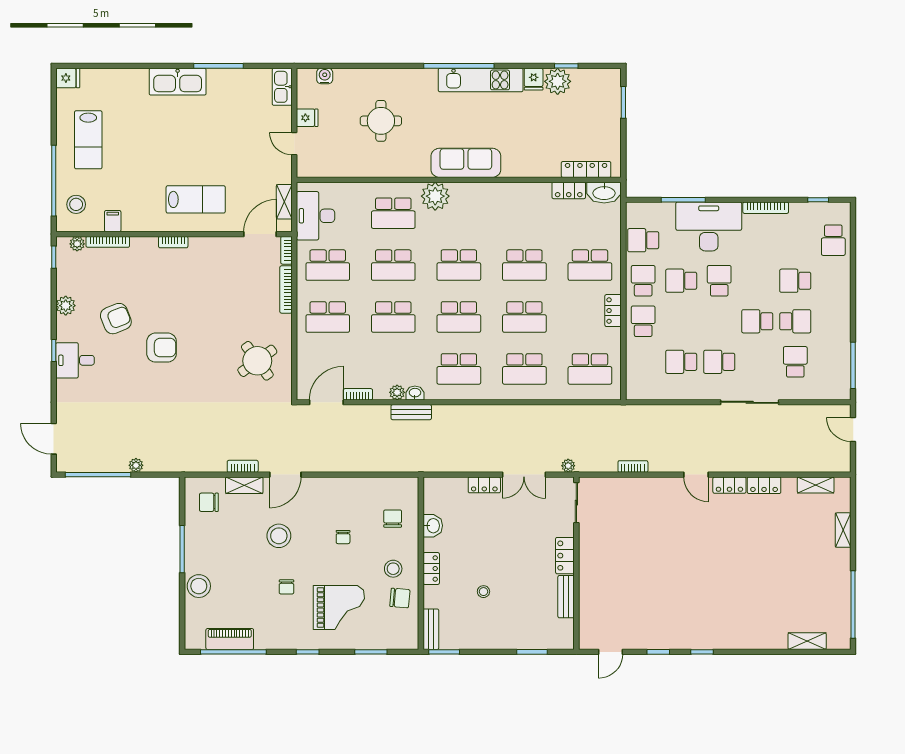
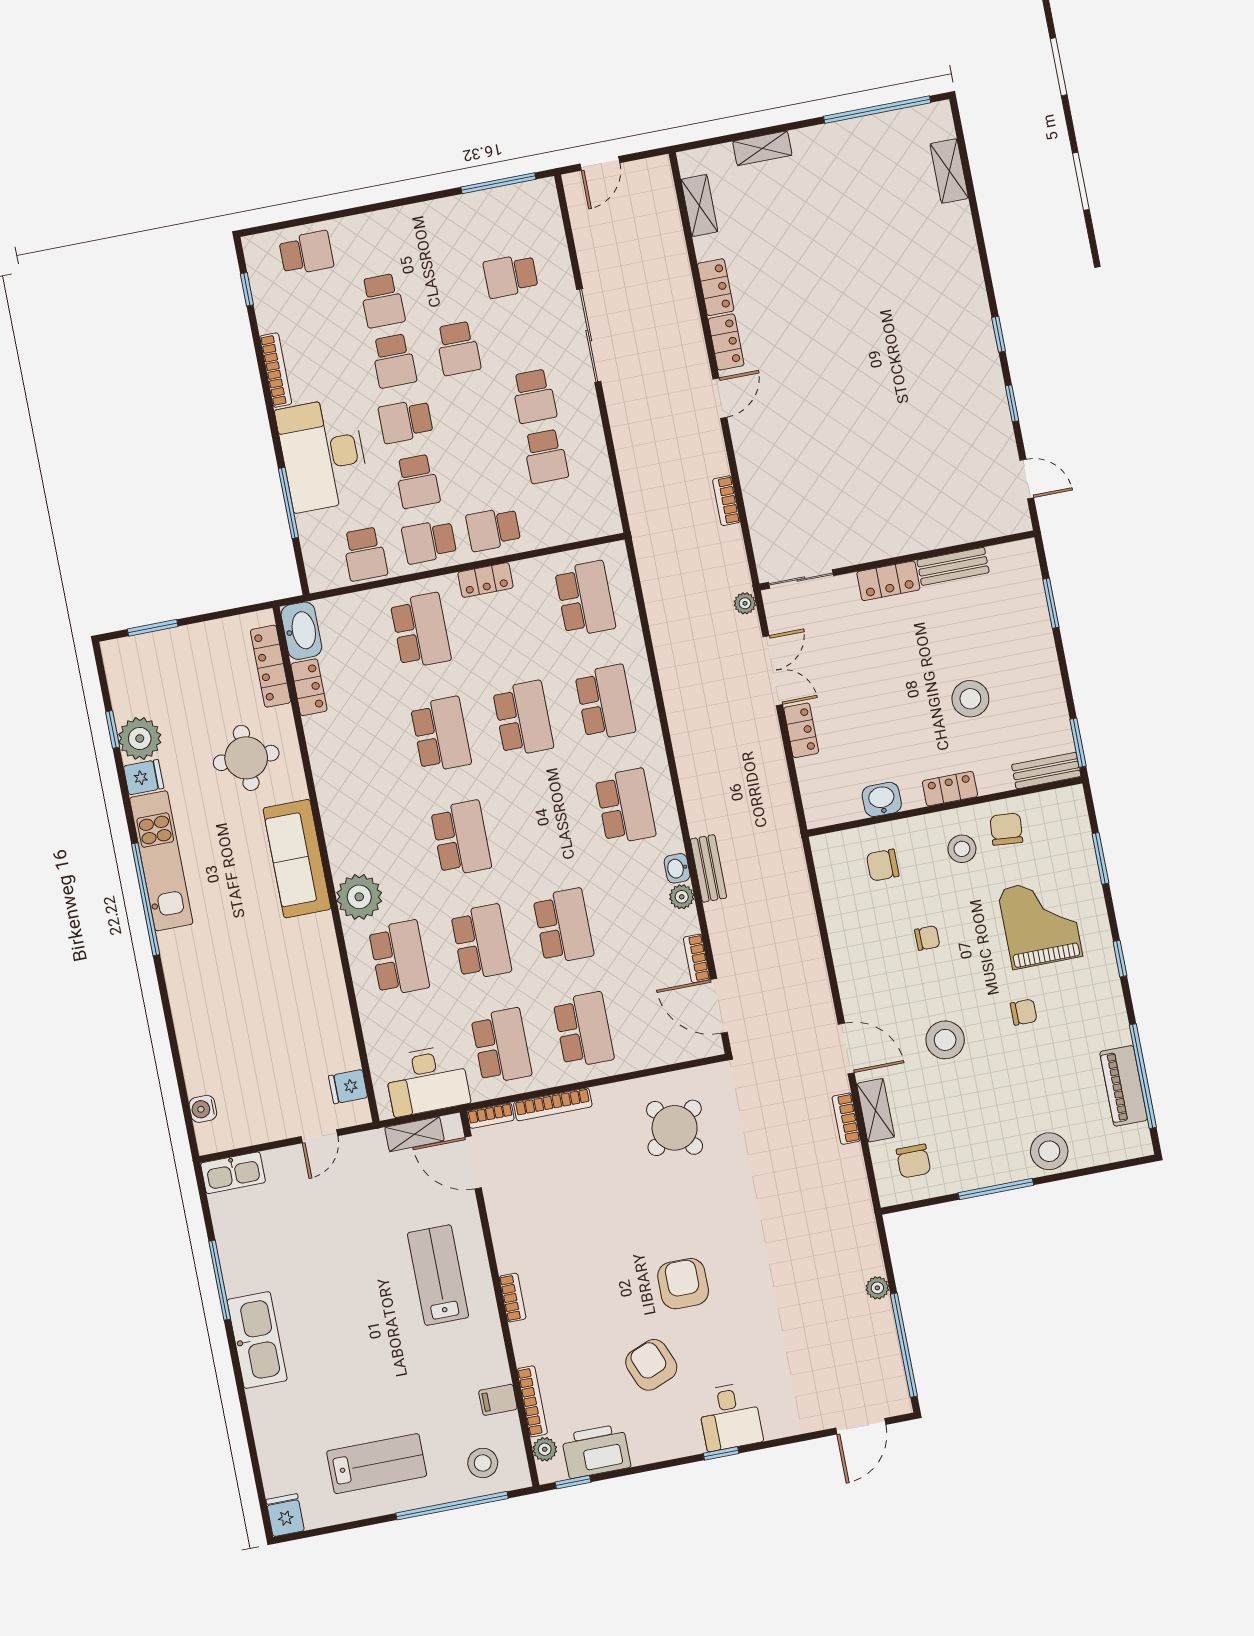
fridge: (307, 118) -> (348, 1087), moved, turned -90
round table: (381, 121) -> (246, 758), moved
printer: (70, 275) -> (596, 1451), added
plant: (66, 306) -> (646, 1448), removed
school desk: (459, 317) -> (543, 822), removed
school desk: (795, 321) -> (394, 361), moved, turned 180
stool: (483, 592) -> (970, 699), width x1.89, depth x1.89

